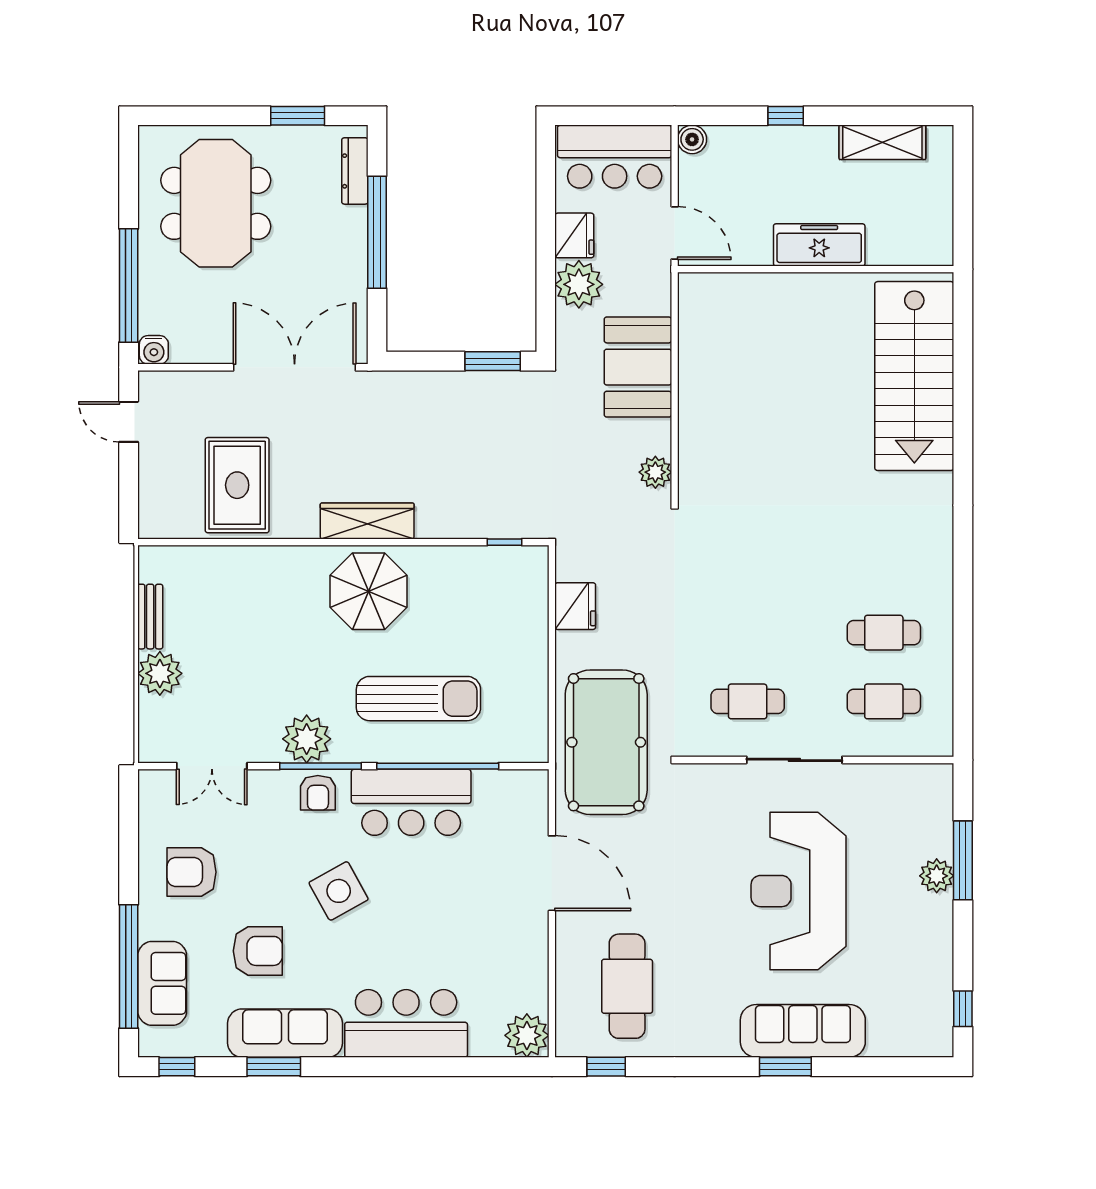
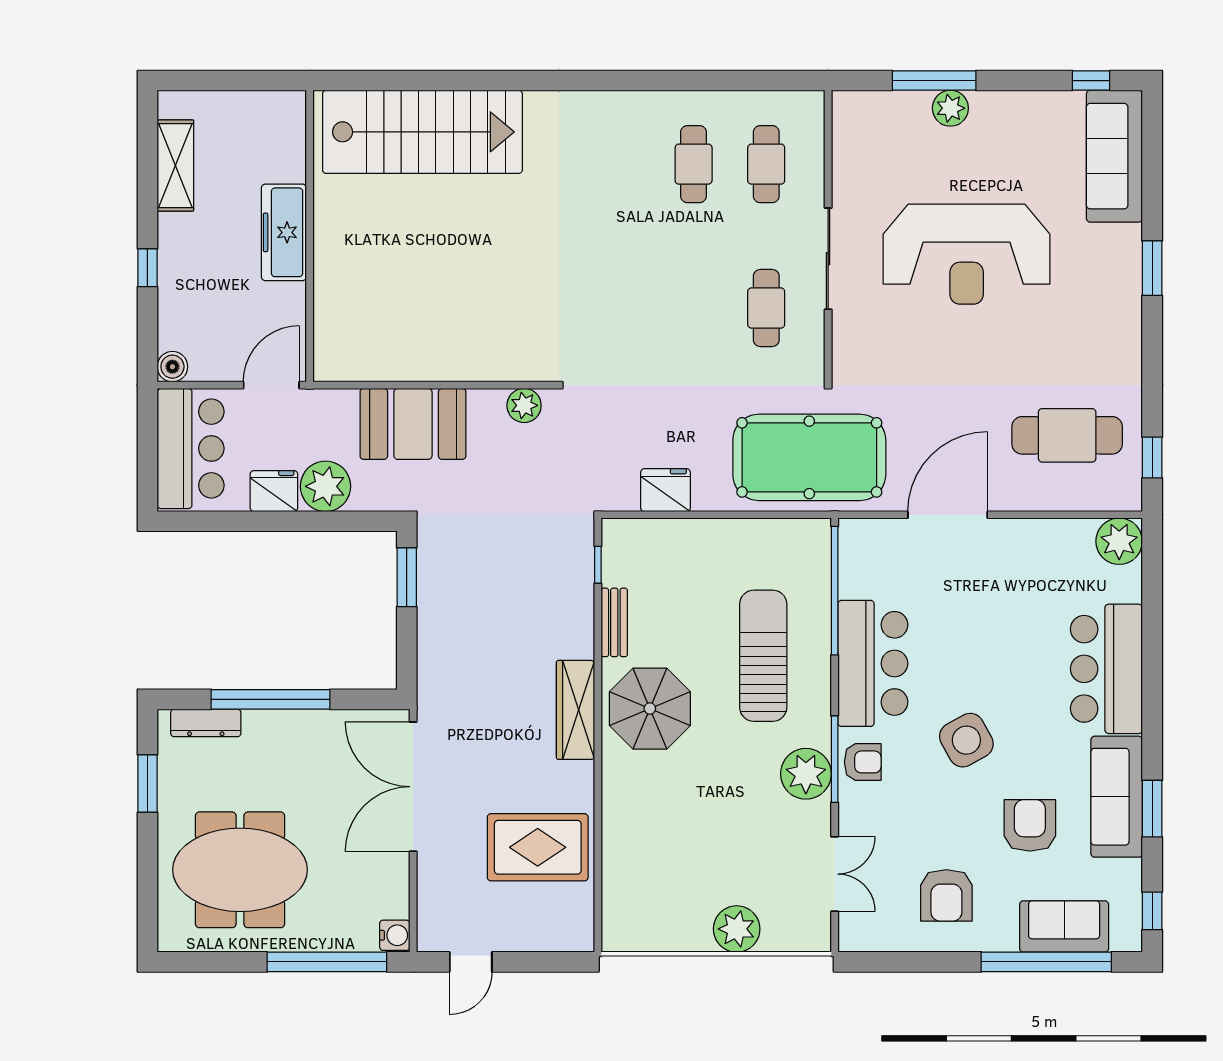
bench: (150, 617) -> (614, 622), moved, turned 90
window: (438, 766) -> (835, 591), moved
sofa: (803, 1031) -> (1114, 156), moved

